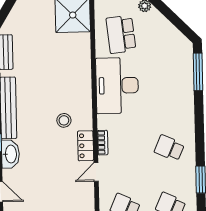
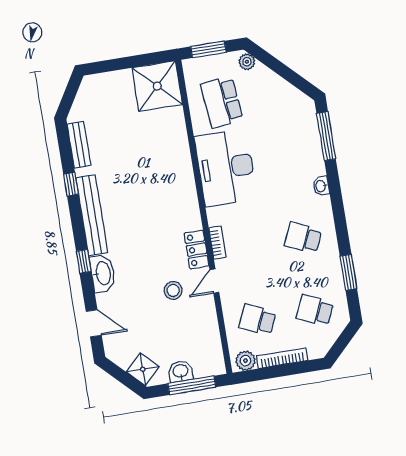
washbasin: (189, 110) -> (321, 186), added
stool: (64, 120) -> (173, 290), moved

